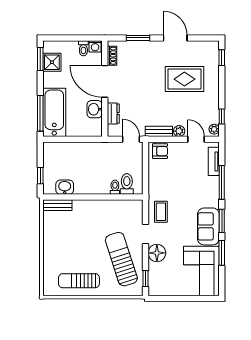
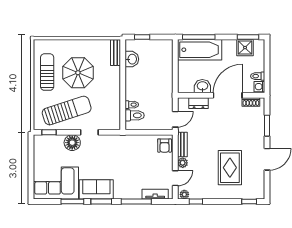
coffee table: (161, 212) -> (110, 146), removed
parasol: (80, 247) -> (78, 73), added

